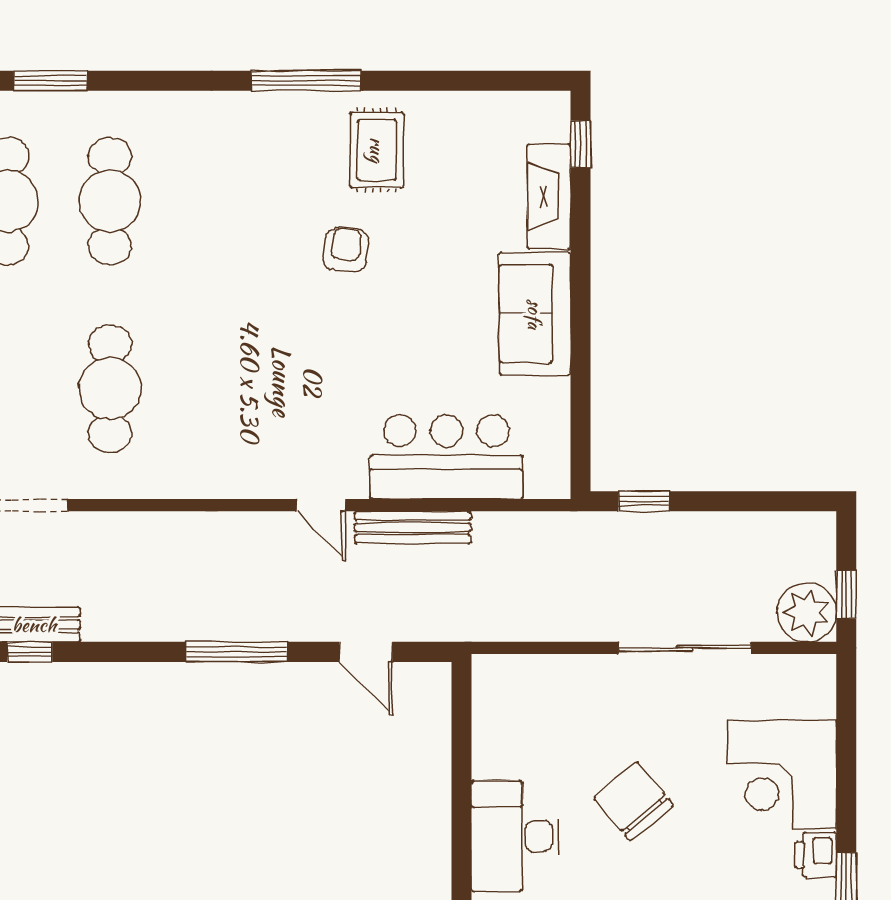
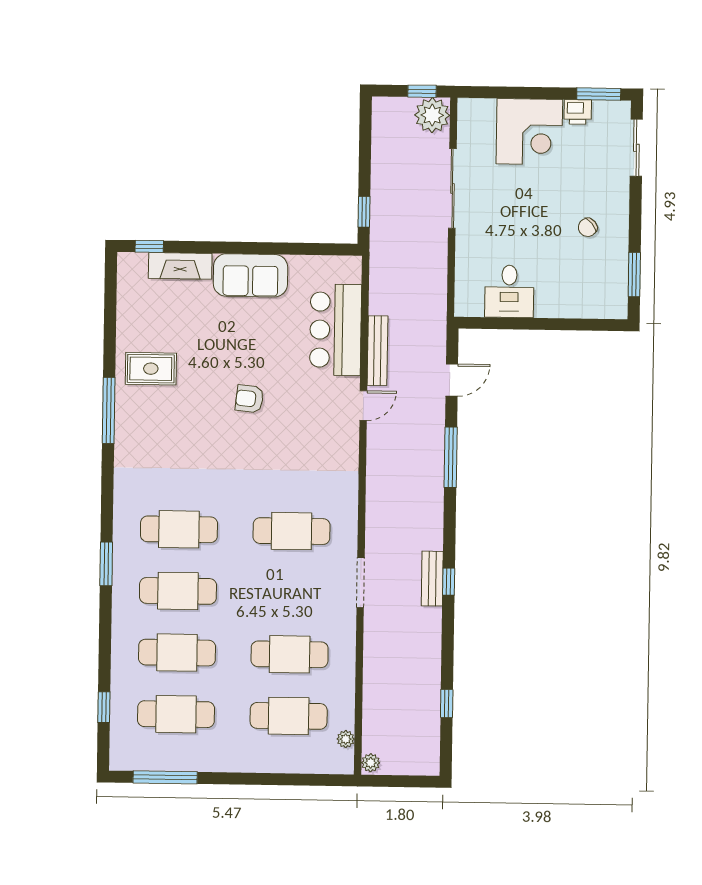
armchair: (346, 250) -> (249, 399), moved
chair: (633, 802) -> (588, 227), moved, width x0.54, depth x0.54
desk: (515, 836) -> (509, 291), moved, width x0.73

